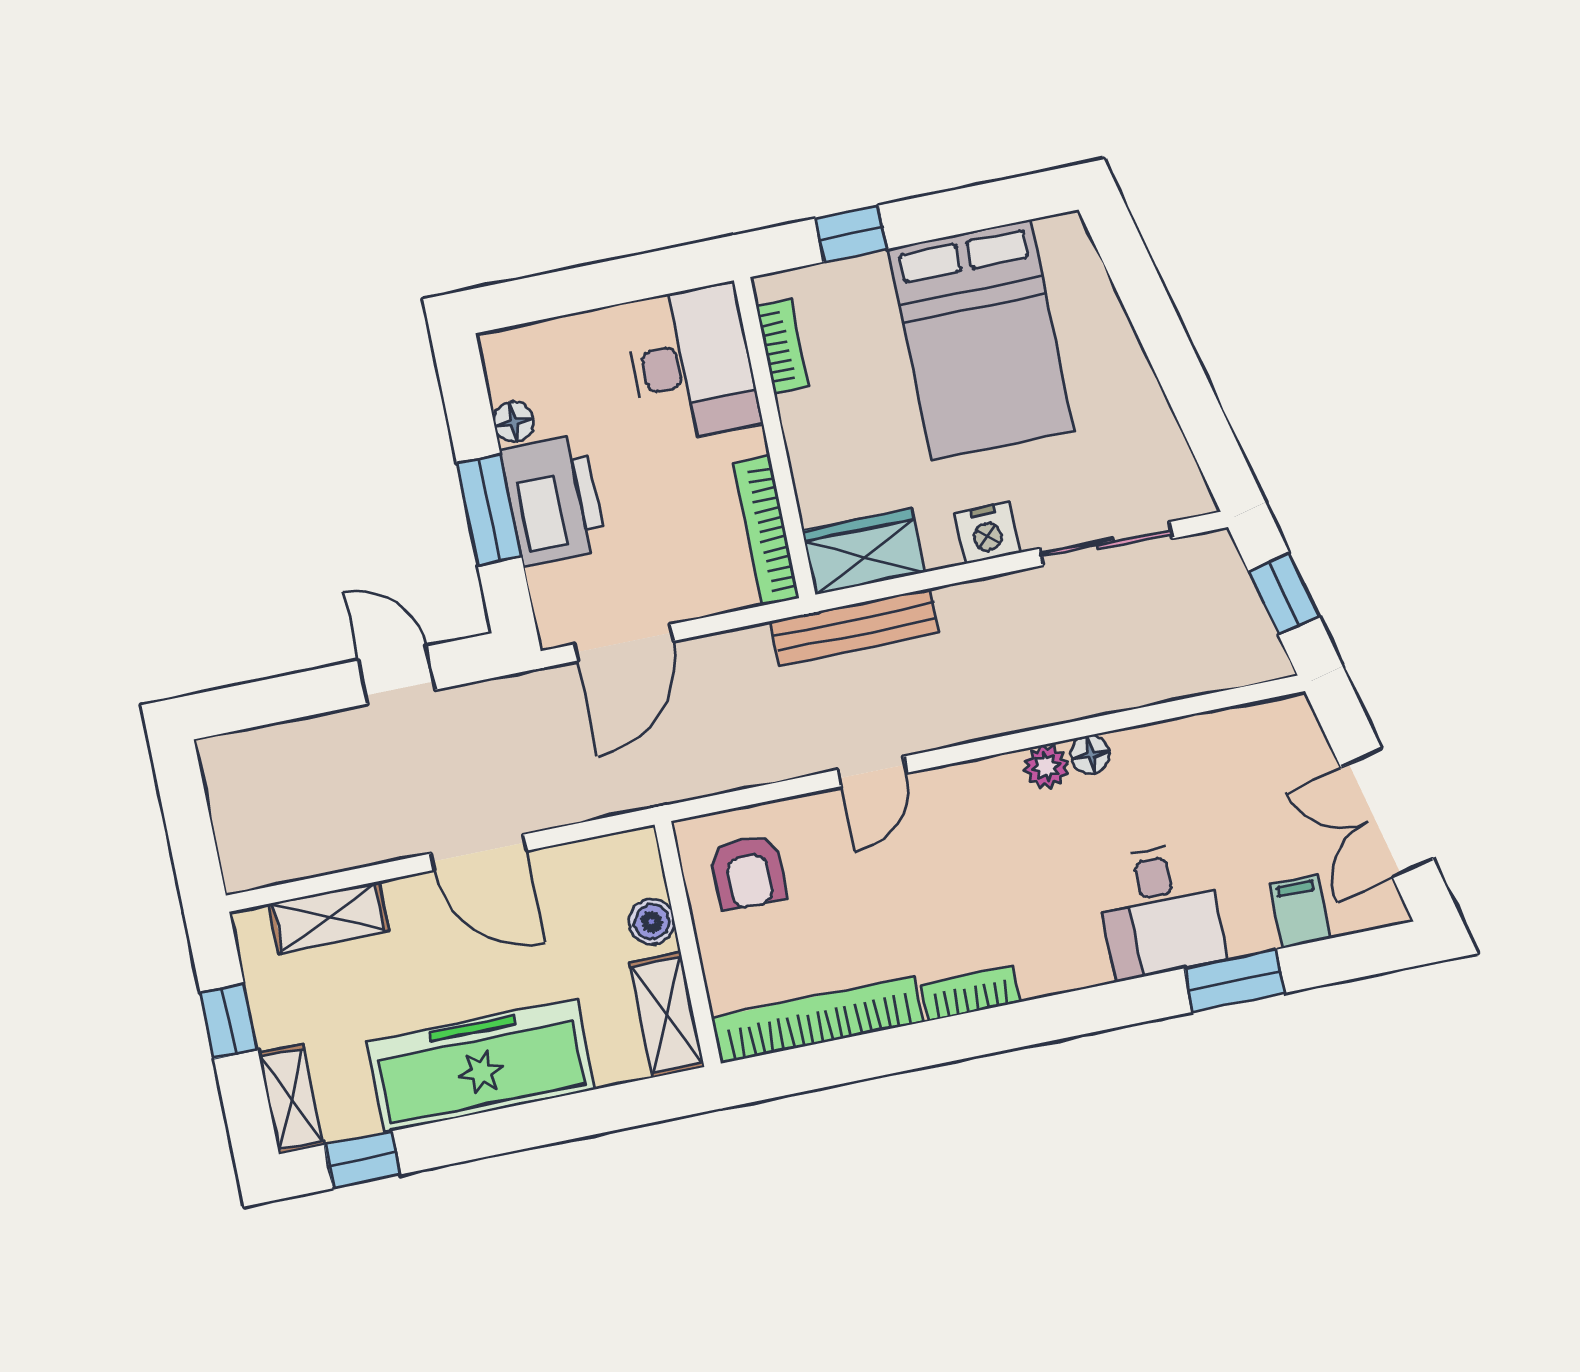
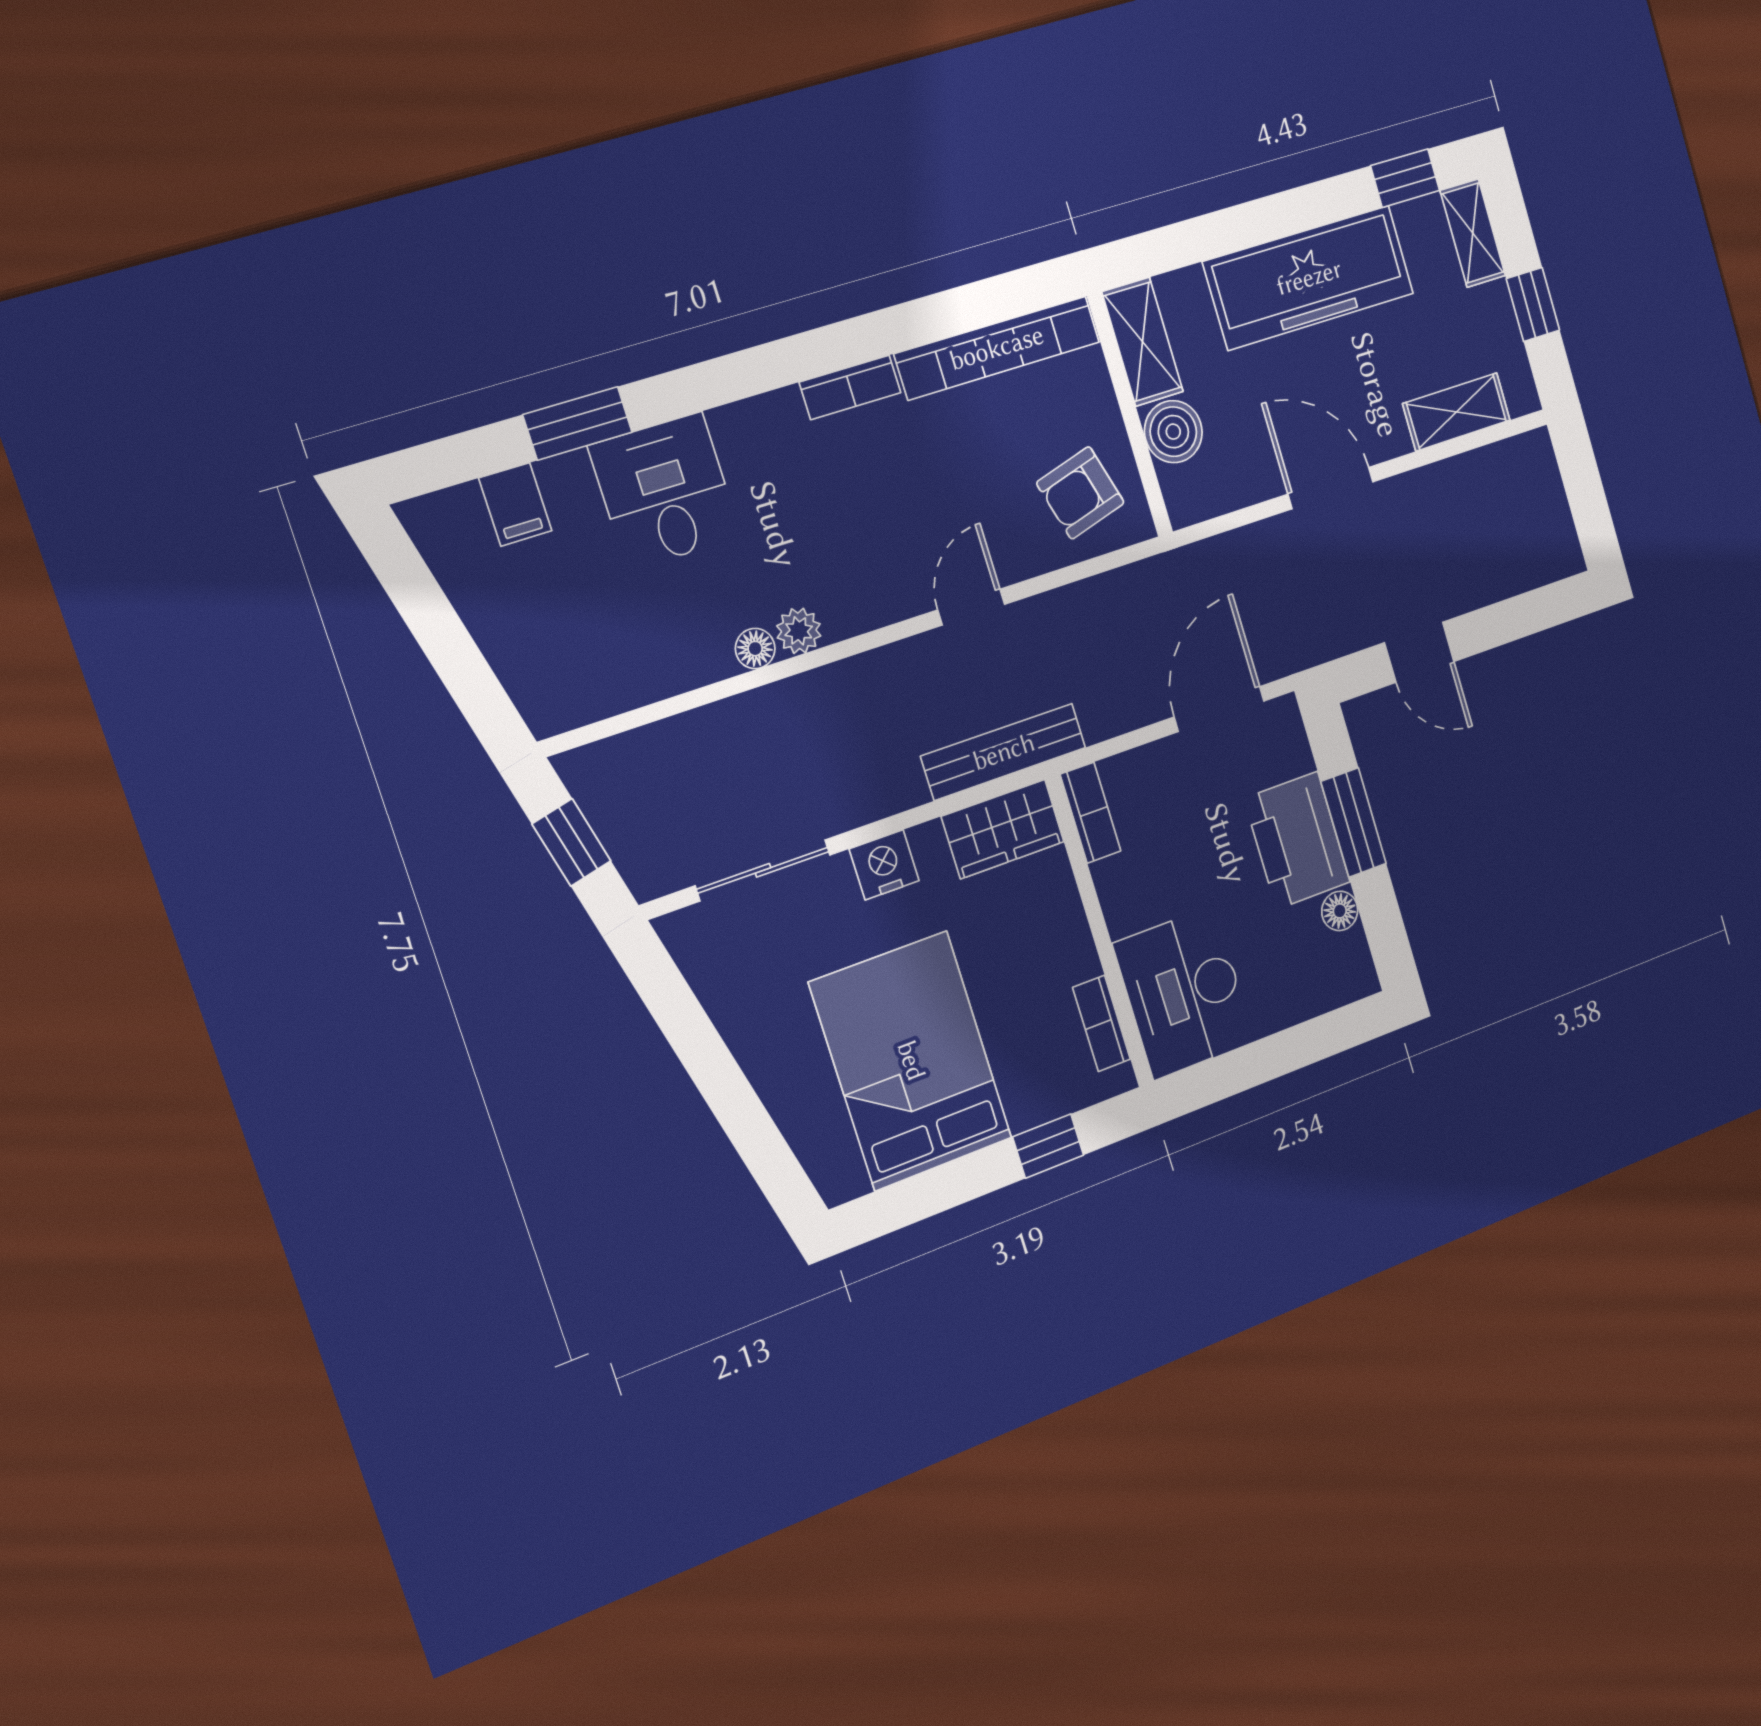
bookcase: (766, 530) -> (1090, 813), width x0.64
double door: (1387, 813) -> (432, 620), removed
armchair: (748, 872) -> (1080, 493), turned -106
boiler: (652, 922) -> (1173, 432), width x1.36, depth x1.36

